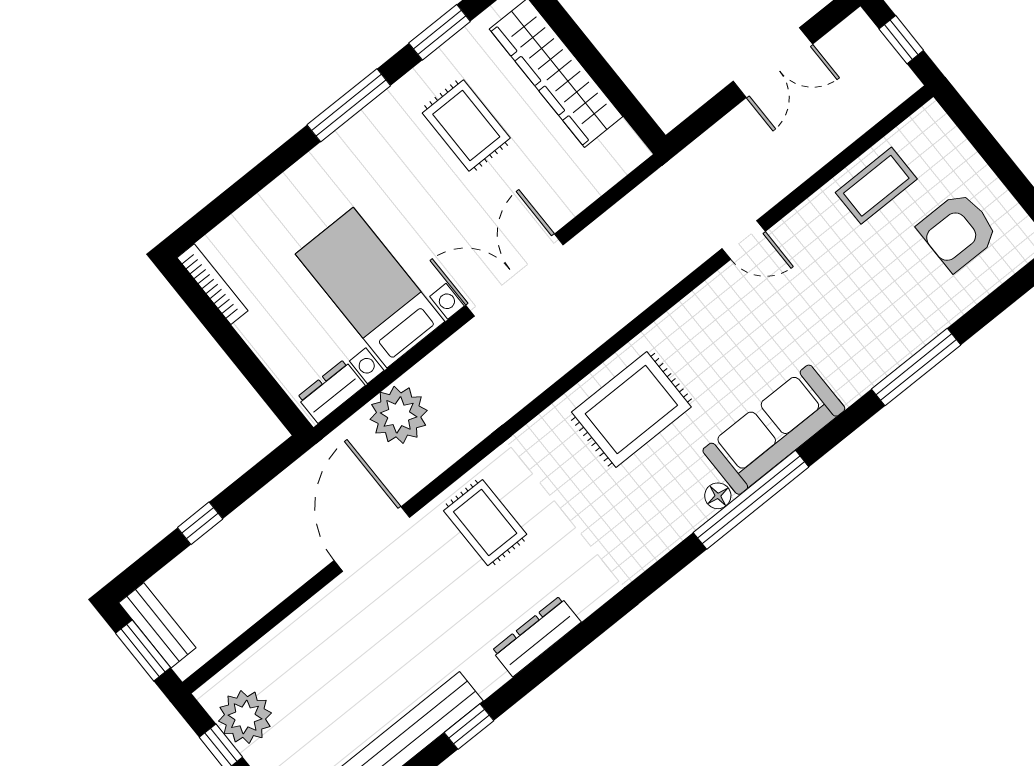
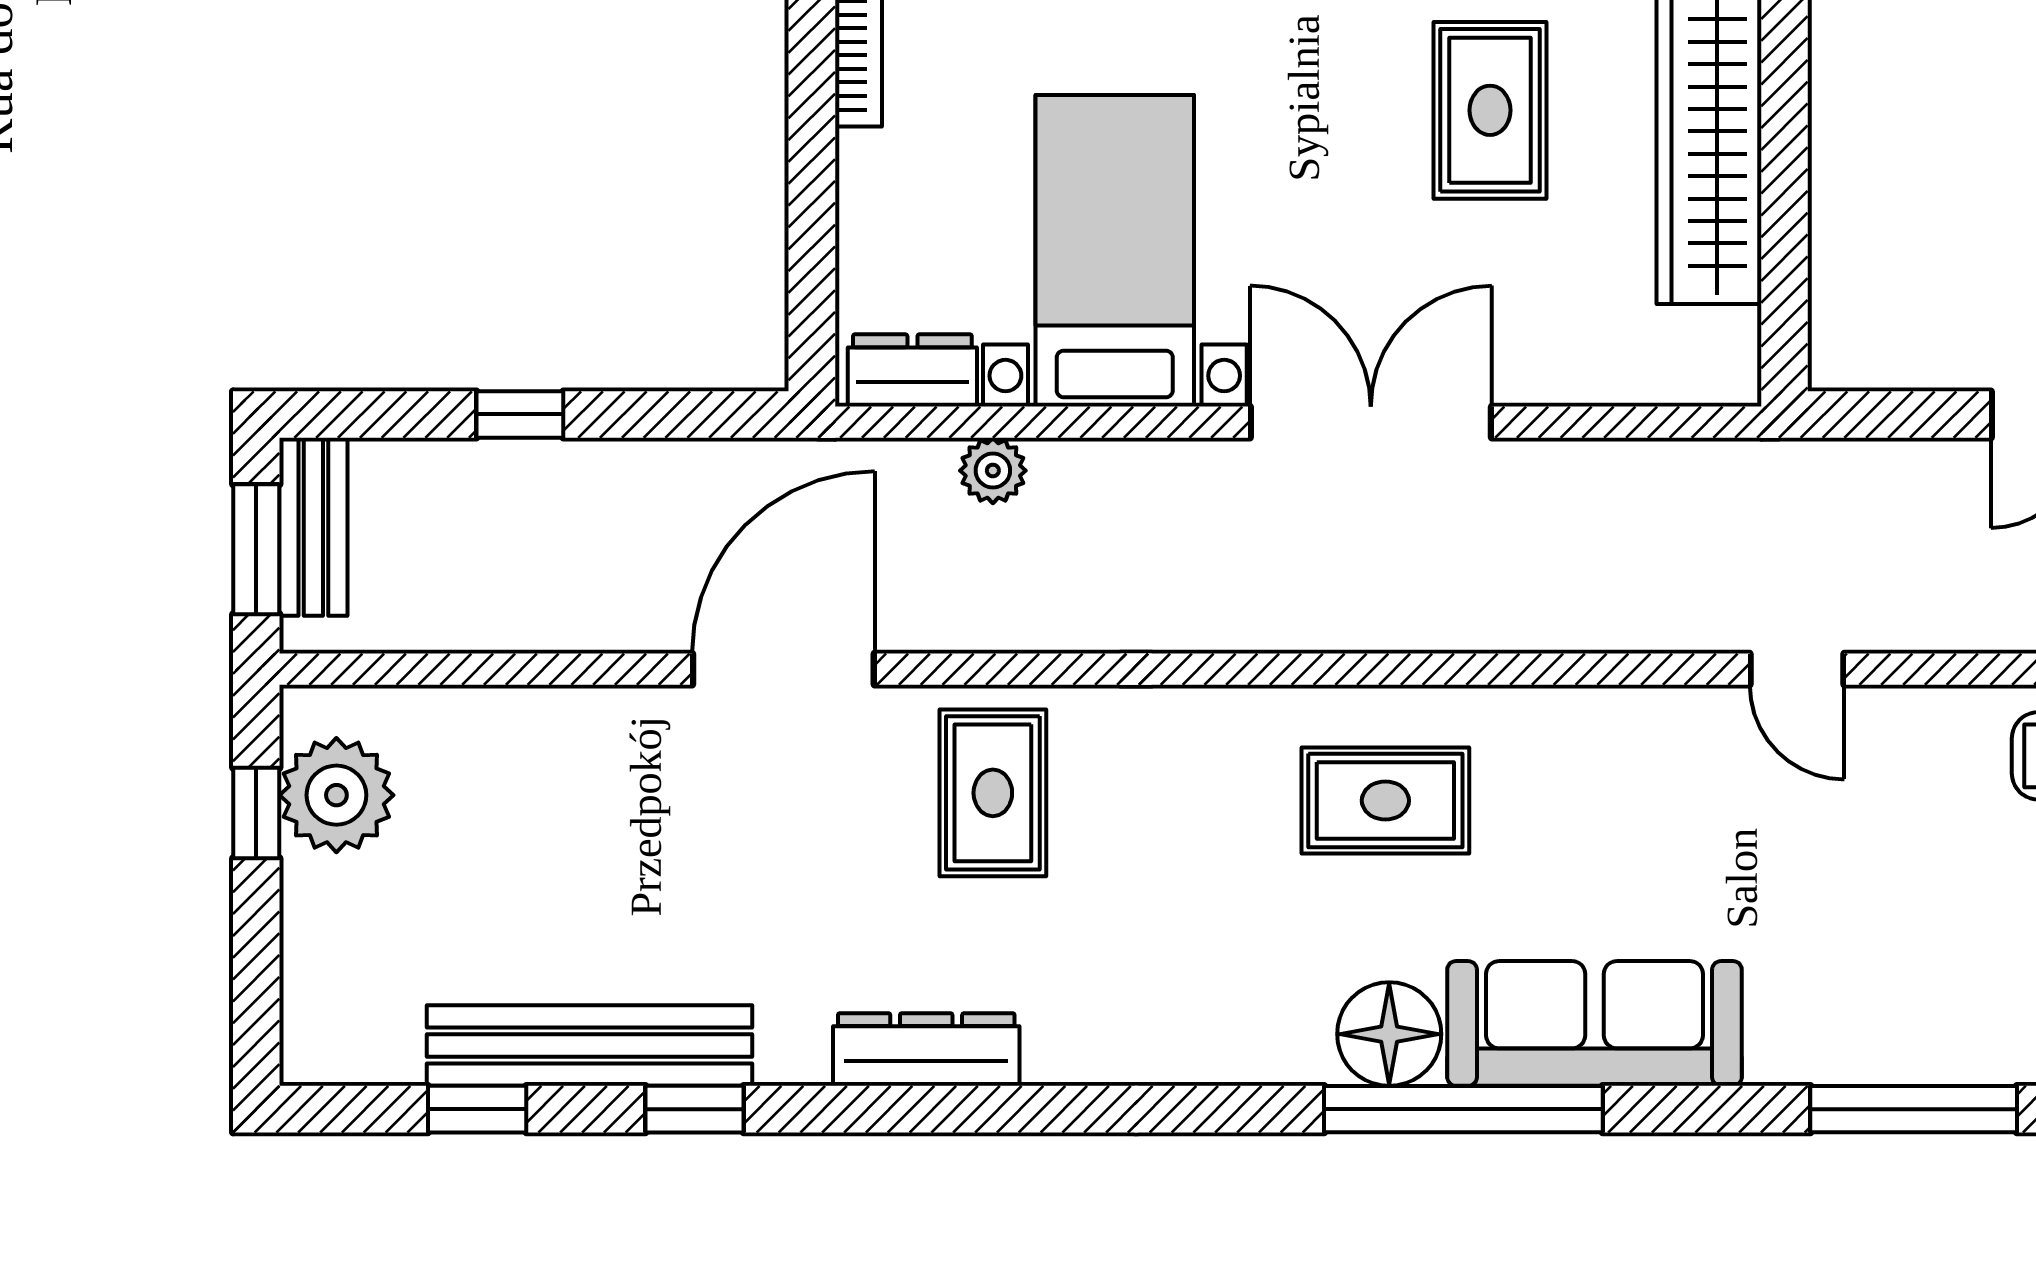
rug: (631, 410) -> (1385, 801), width x0.73, depth x0.70
plant: (399, 415) -> (993, 471), width x0.53, depth x0.53
floor lamp: (718, 496) -> (1389, 1034), width x1.89, depth x1.89

